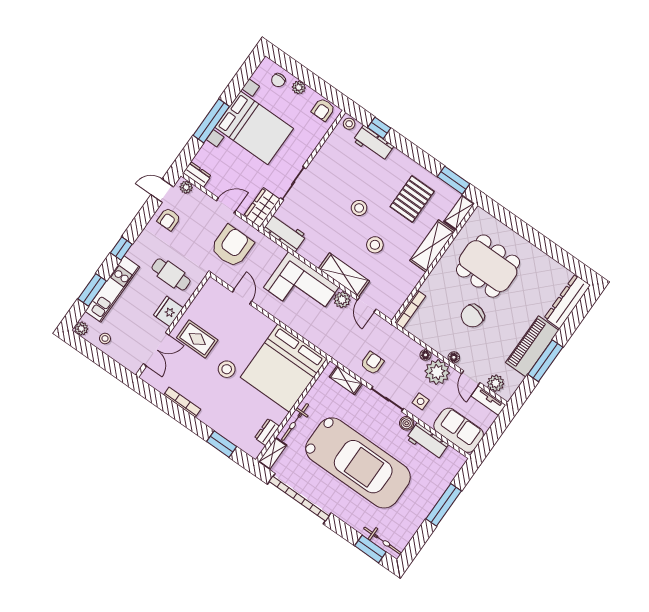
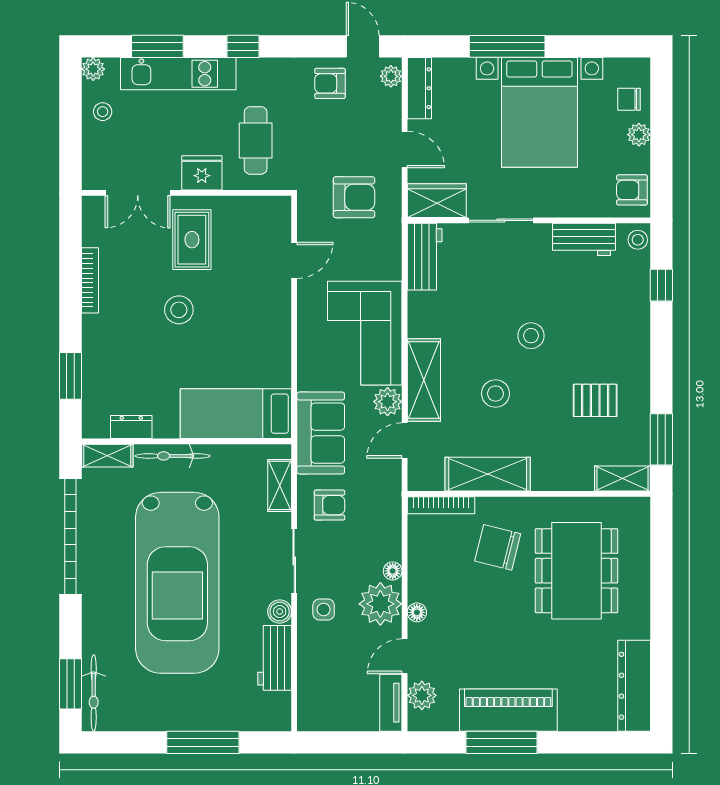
workbench: (373, 143) -> (584, 239), moved, turned -90
dresser: (197, 174) -> (419, 88), width x1.44
pallet: (412, 199) -> (595, 400), width x0.67, depth x0.71
armchair: (232, 246) -> (354, 197), width x0.73, depth x0.73
shelving: (432, 246) -> (488, 474), moved
dresser: (567, 302) -> (634, 686), moved, turned -90
chair: (473, 316) -> (498, 547), moved
bed: (284, 368) -> (236, 414), width x0.49
sofa: (459, 430) -> (321, 433), moved

